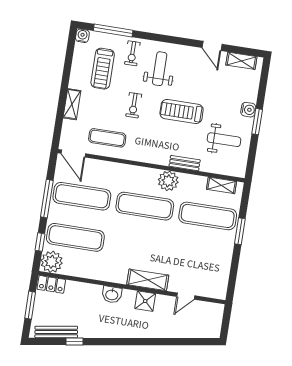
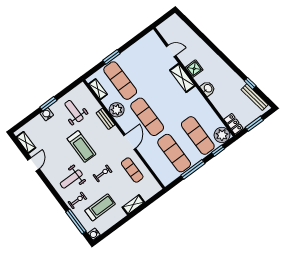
door: (73, 153) -> (130, 142), moved
plant: (168, 181) -> (117, 110), moved

